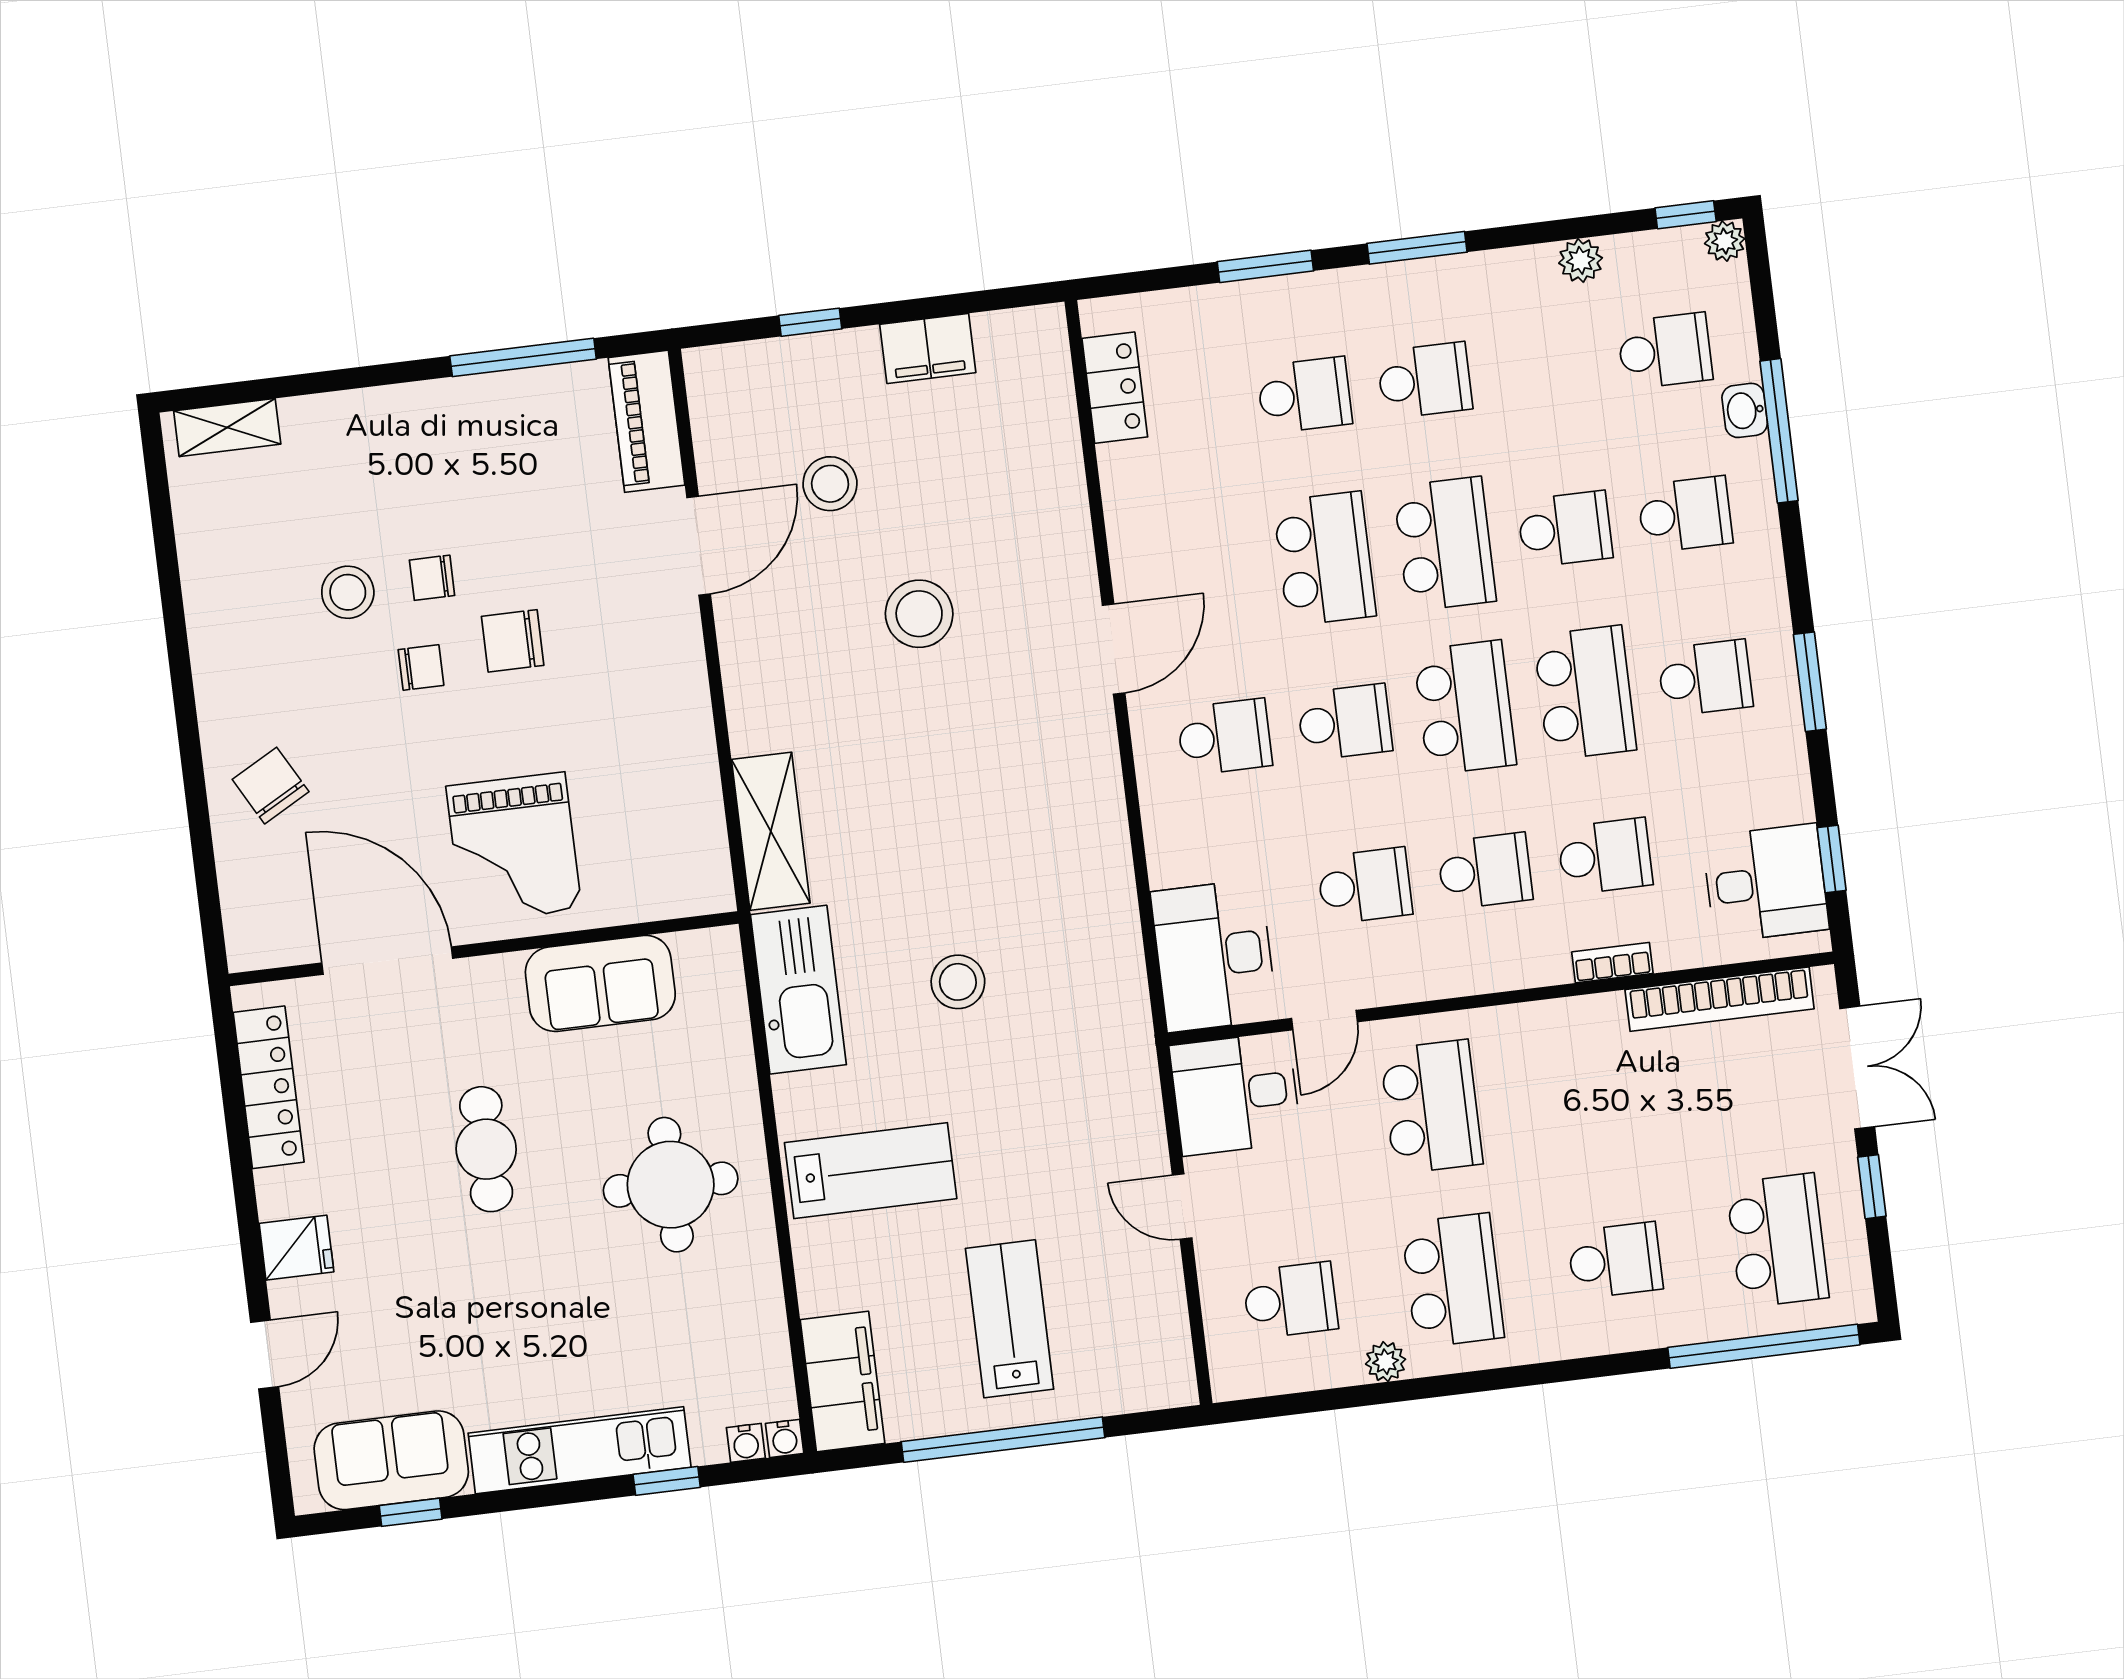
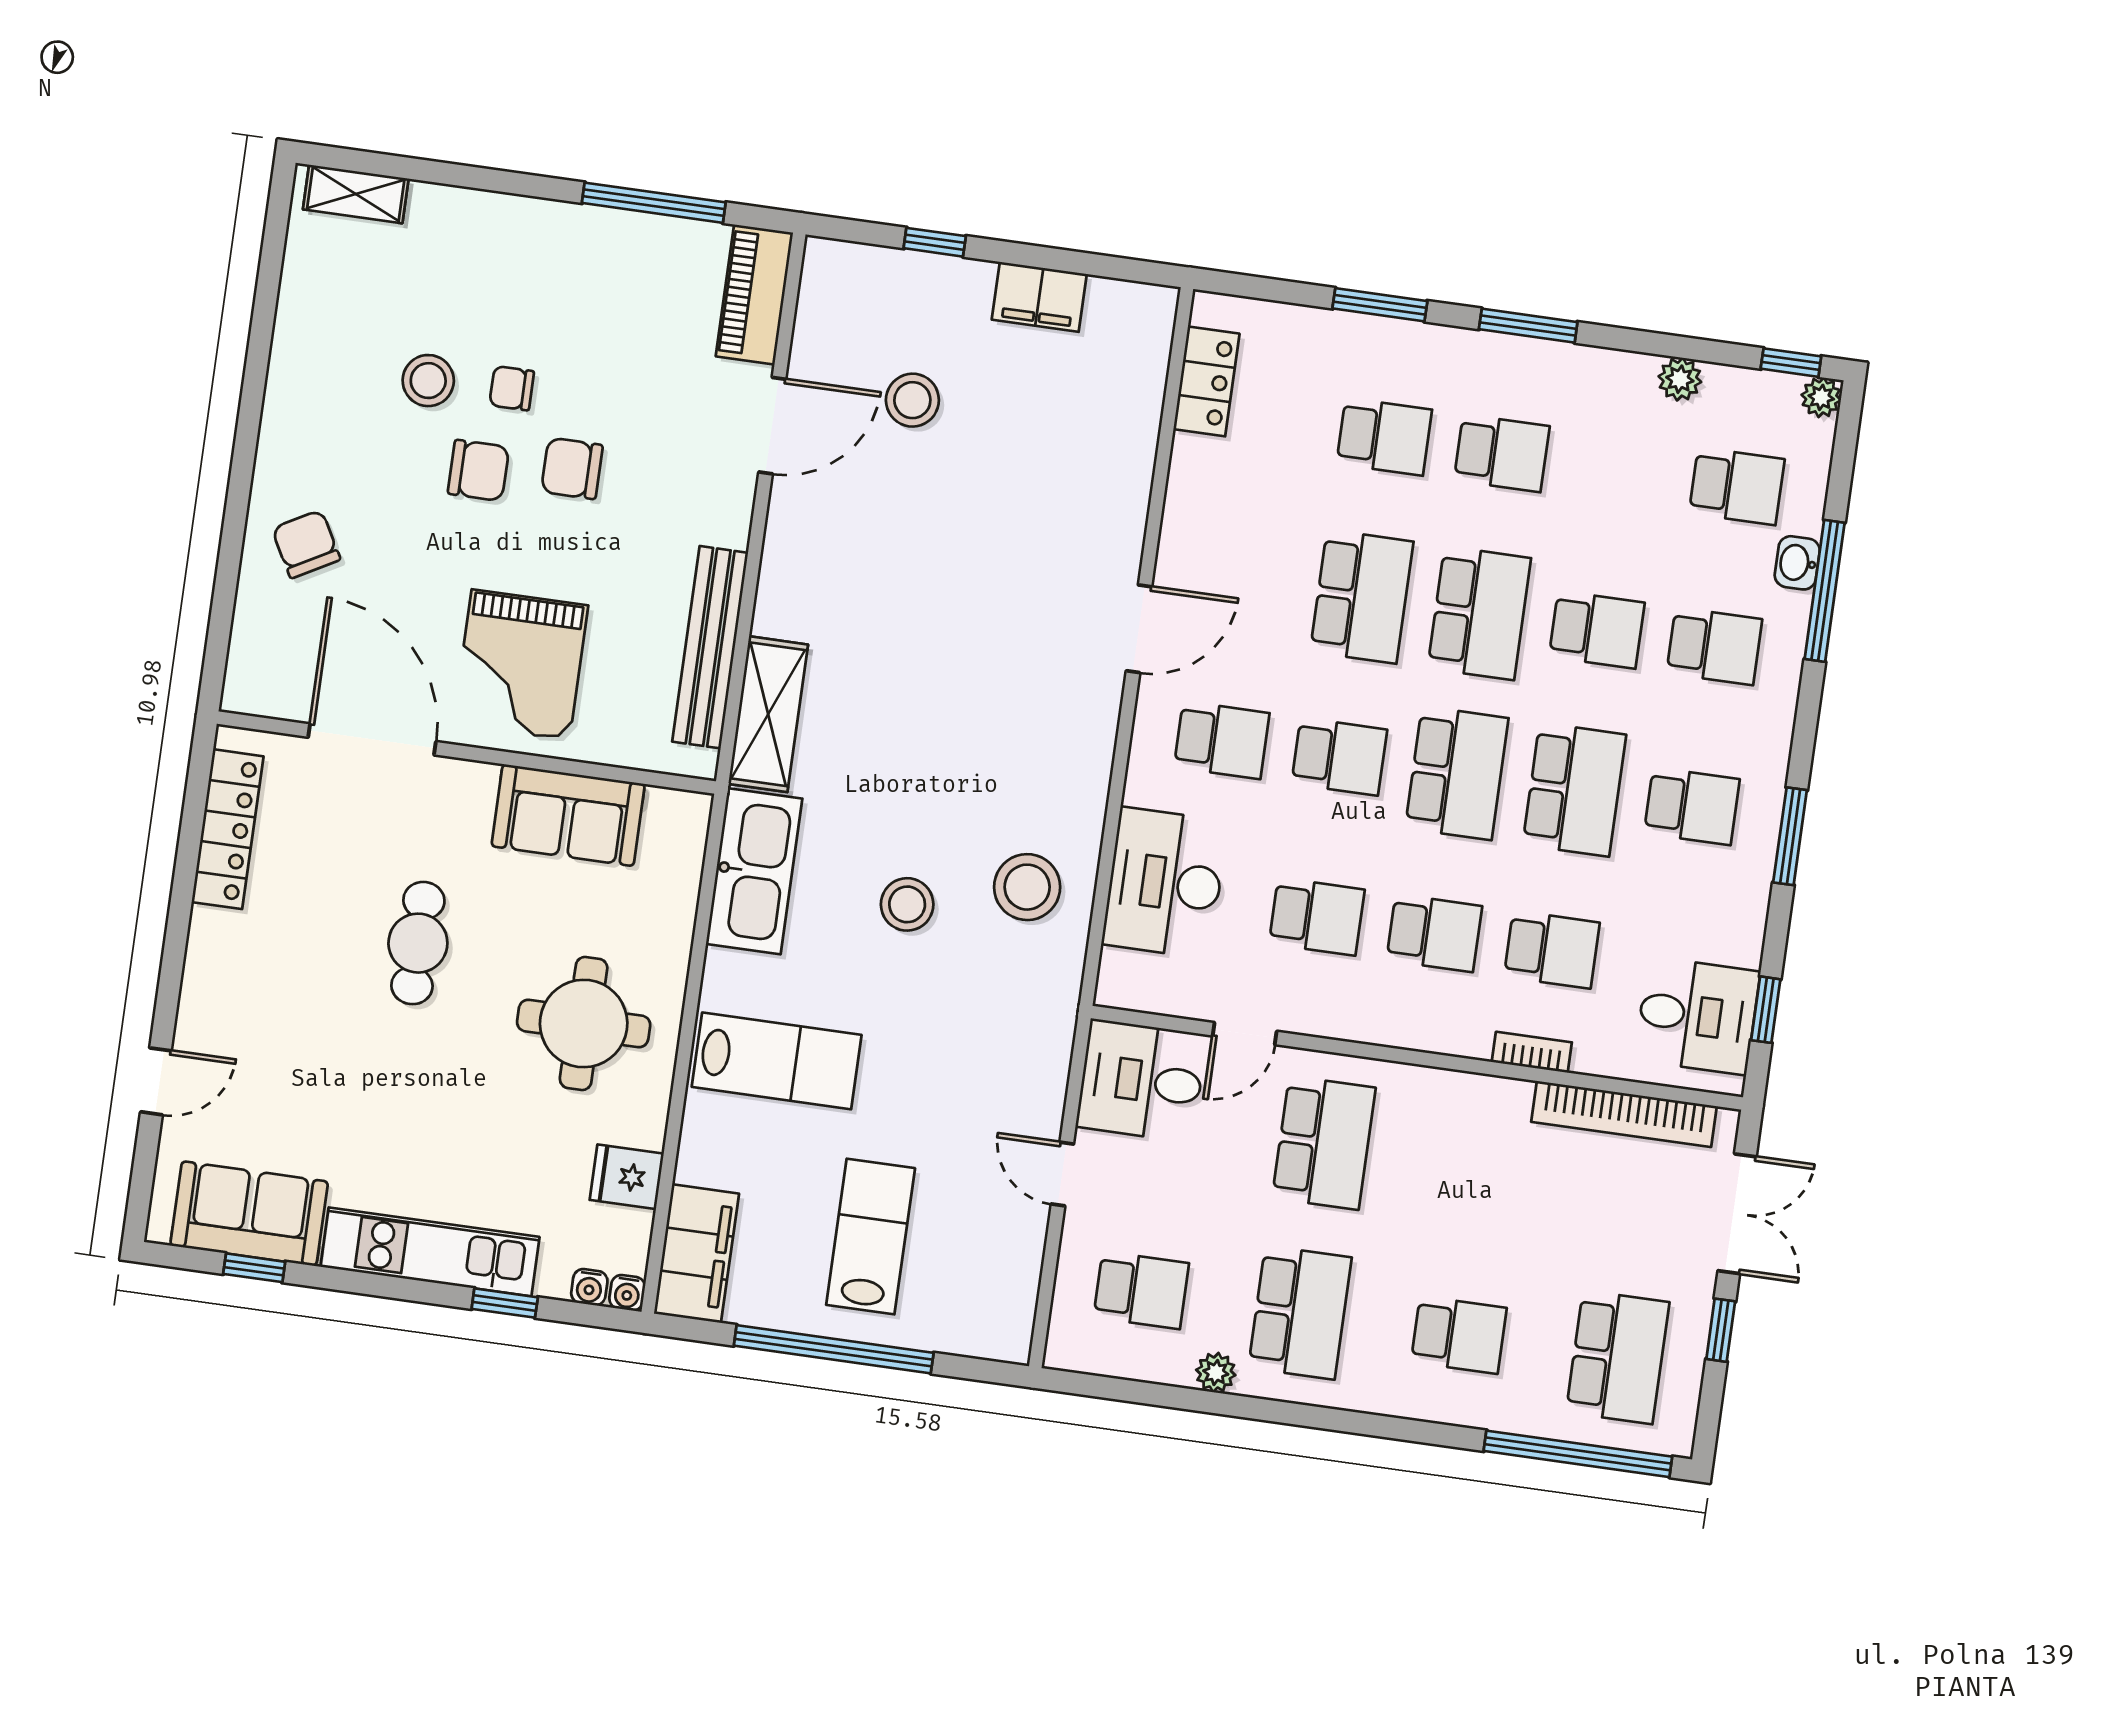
stool: (919, 614) -> (1027, 887), moved
chair: (421, 667) -> (478, 470), width x1.37, depth x1.37
bench: (696, 781) -> (710, 647), added
desk: (1214, 956) -> (1165, 883), moved
fridge: (296, 1248) -> (627, 1177), moved, turned 180

